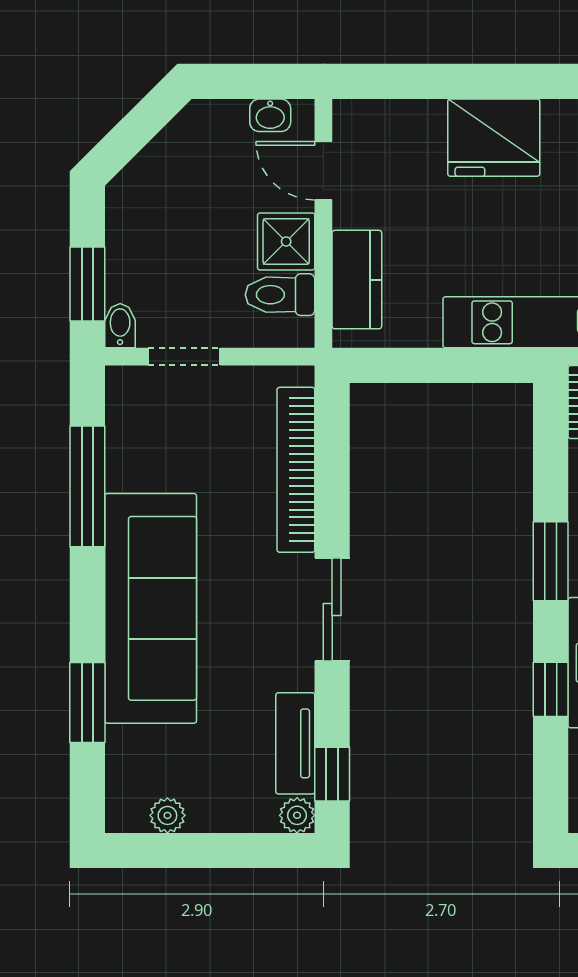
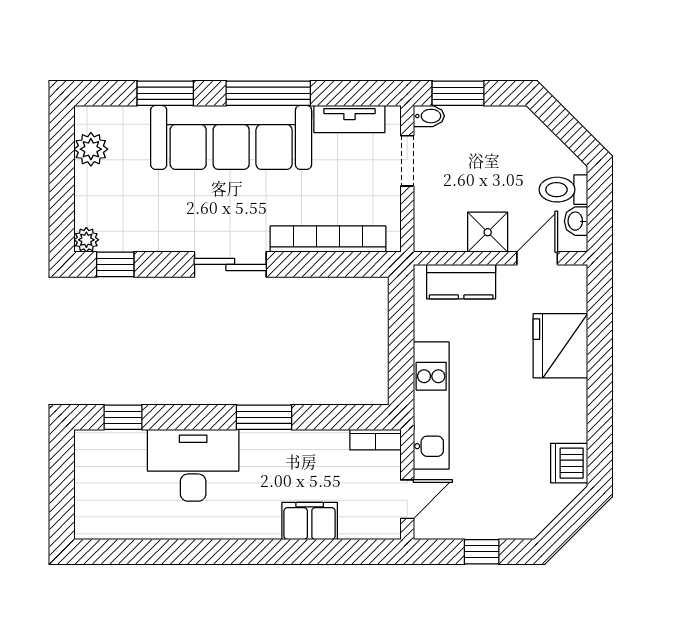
fridge: (494, 138) -> (560, 346), moved
toilet: (280, 295) -> (563, 190), moved, turned -90
window: (87, 486) -> (268, 93), moved
window: (551, 689) -> (123, 417), moved
tv unit: (295, 743) -> (349, 119), moved, turned 180
plant: (167, 815) -> (91, 149), width x1.38, depth x1.38

